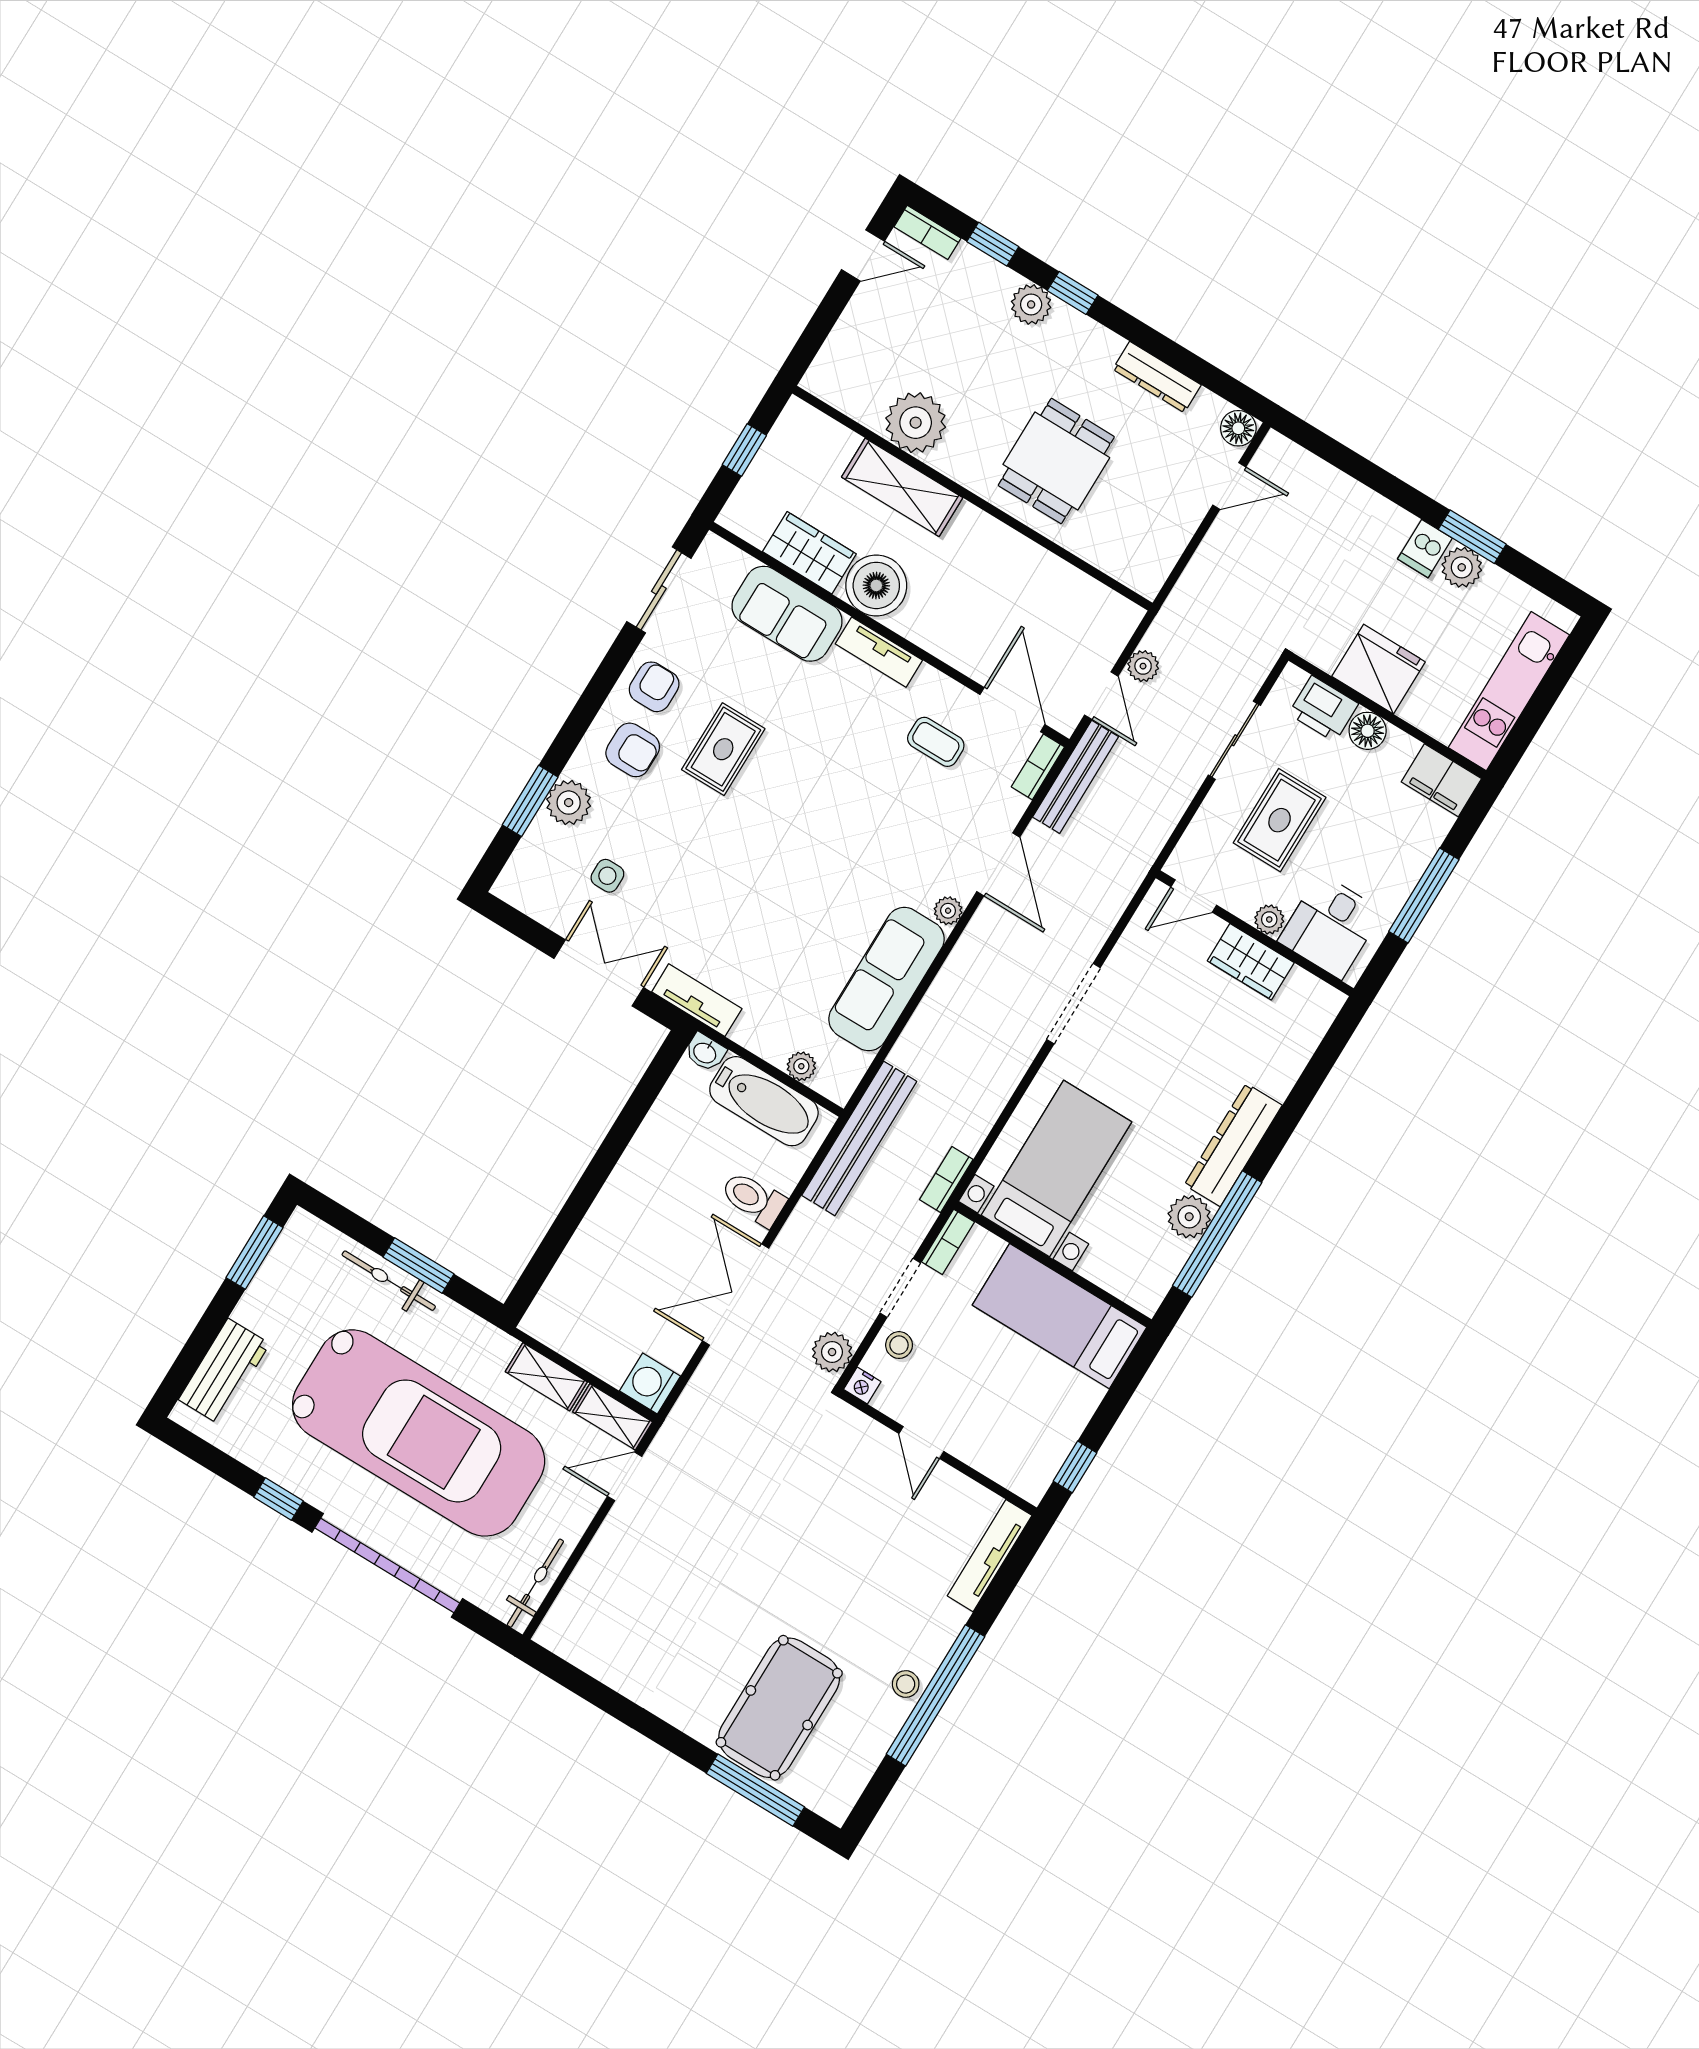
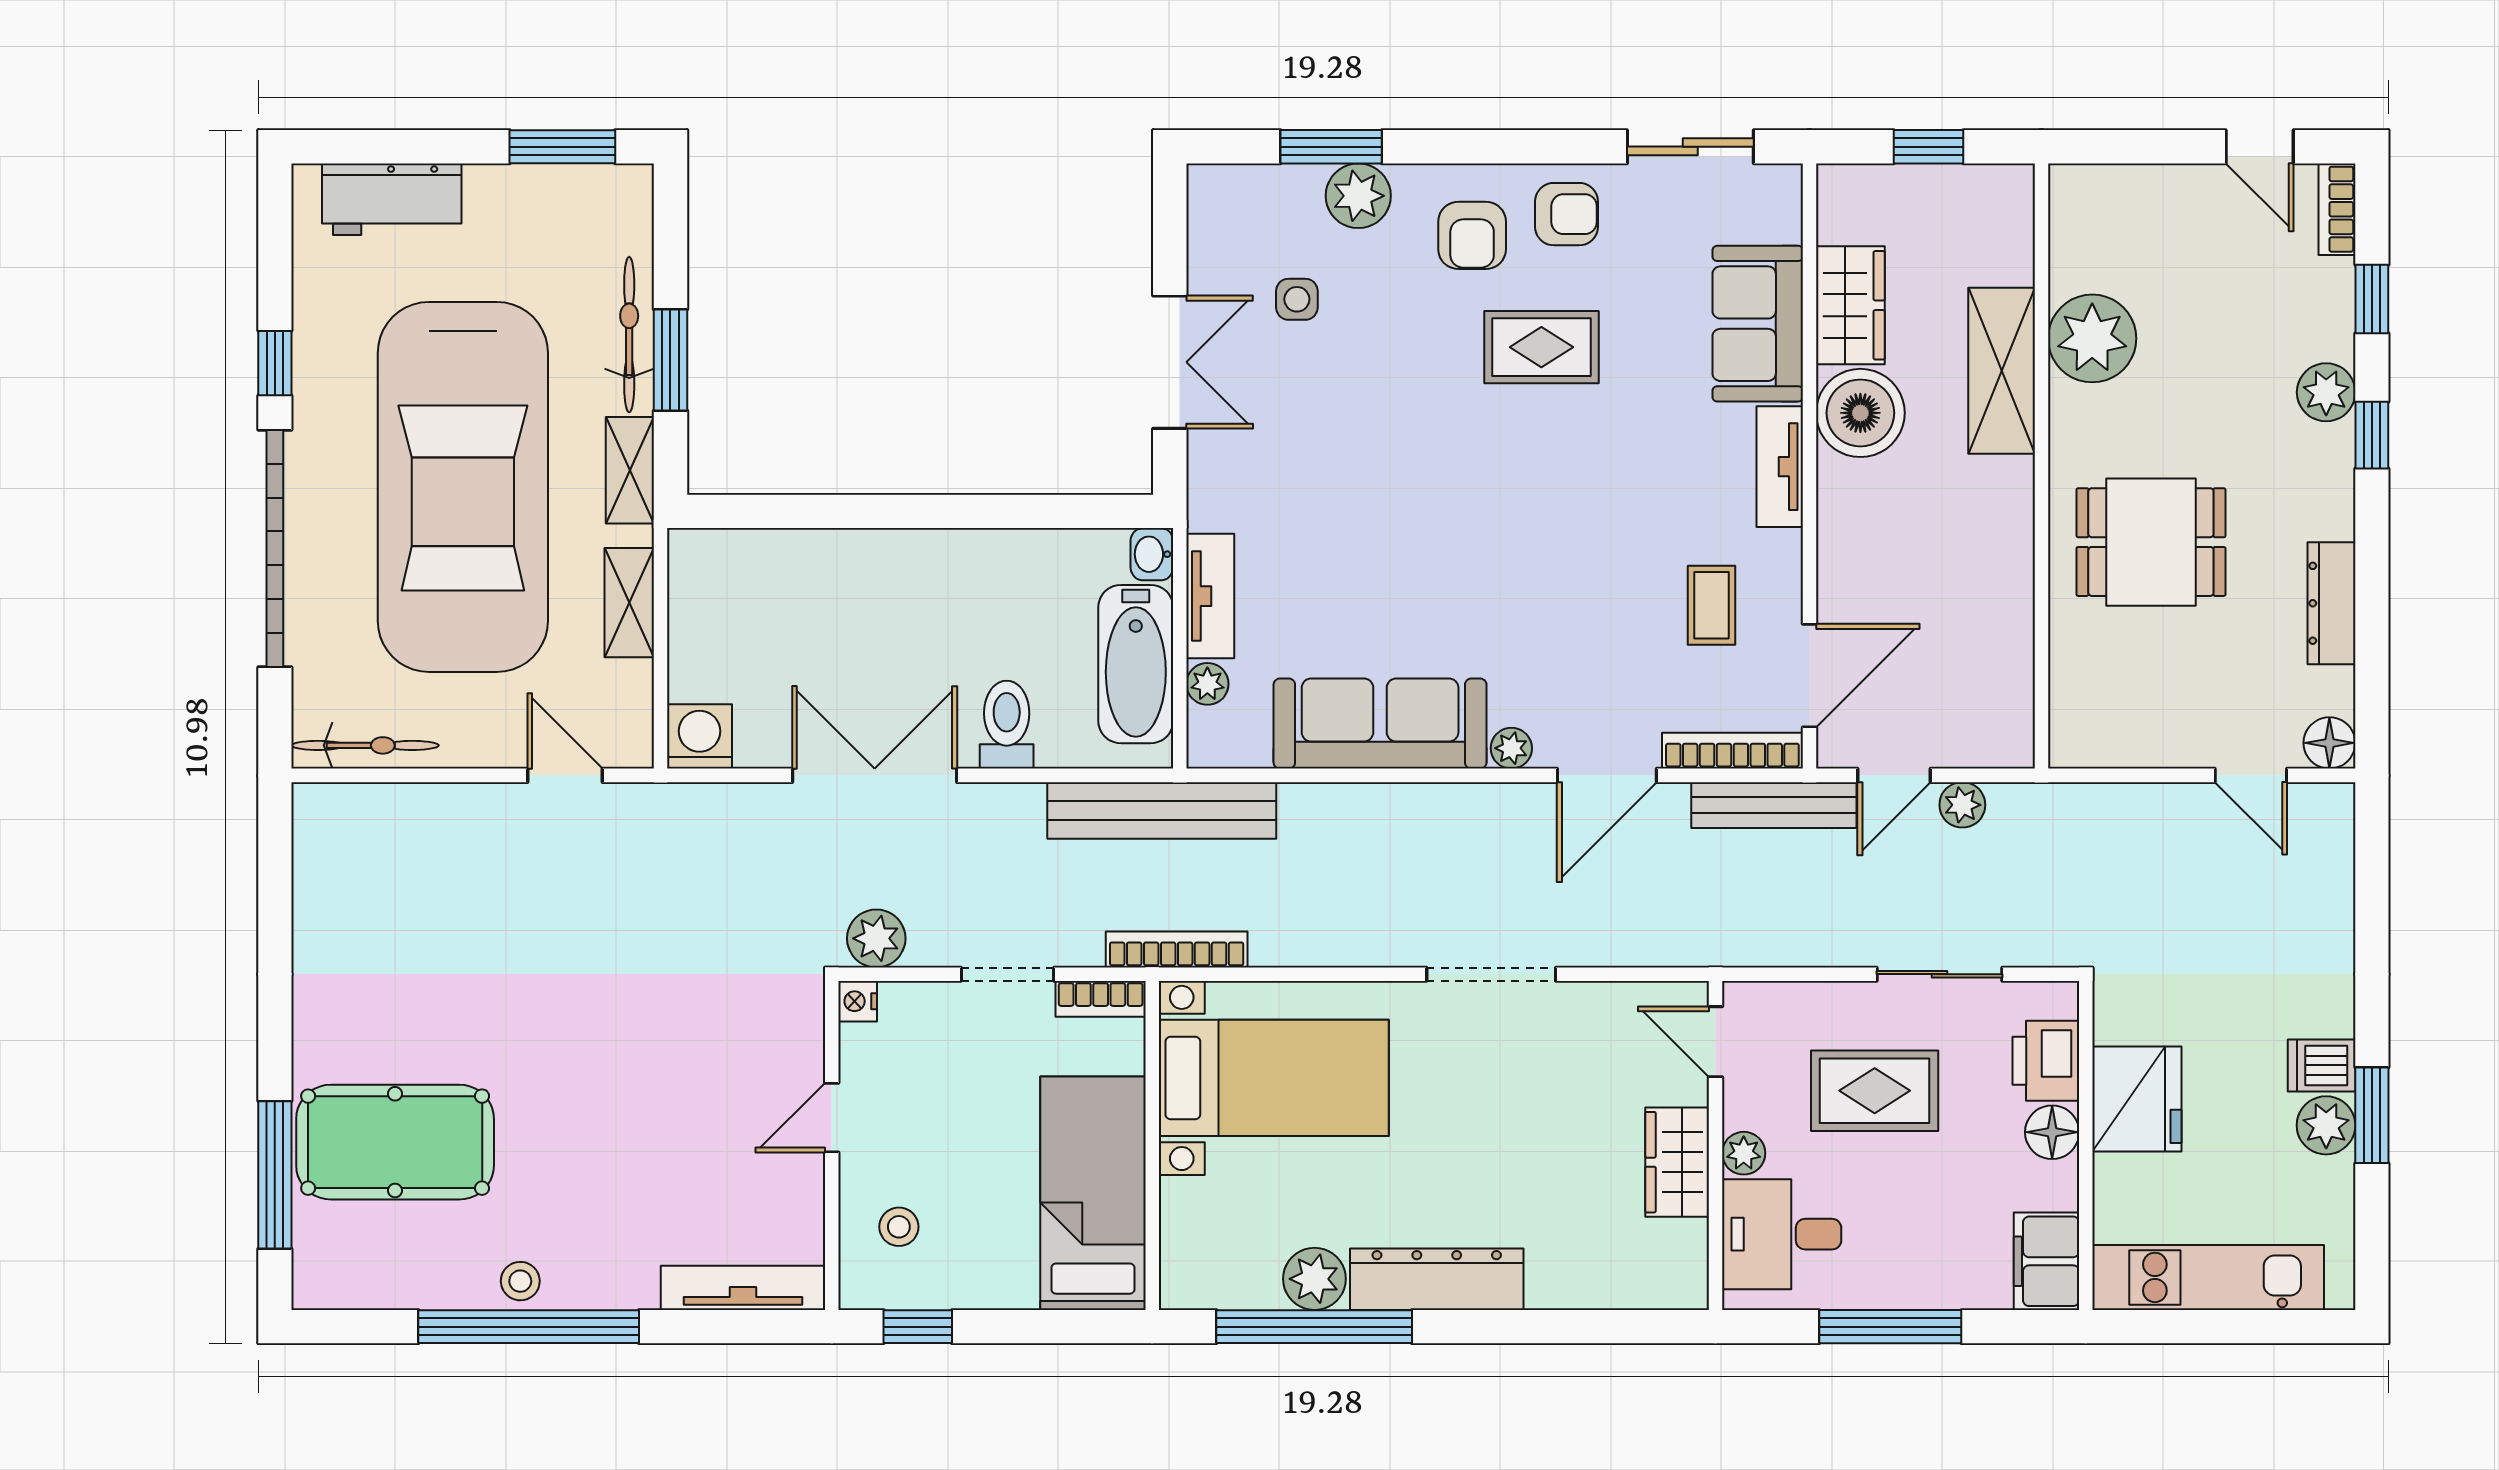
bookcase: (1038, 767) -> (1732, 751), width x1.56
tv unit: (697, 1000) -> (1210, 596), moved
bookcase: (946, 1180) -> (1177, 949), width x1.56
stool: (899, 1345) -> (899, 1227), moved
shelving: (613, 1417) -> (630, 470), moved

